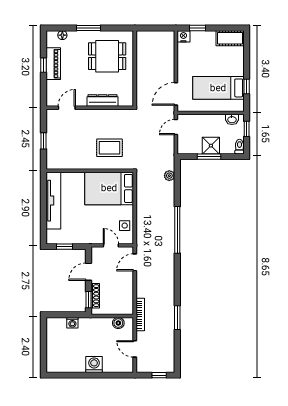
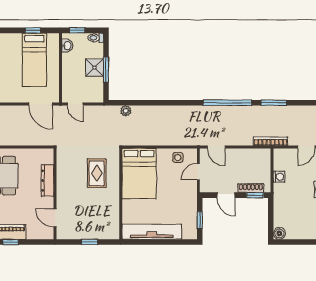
window: (177, 230) -> (227, 103), moved
washing machine: (72, 323) -> (279, 177), moved
boiler: (118, 323) -> (279, 233), moved

